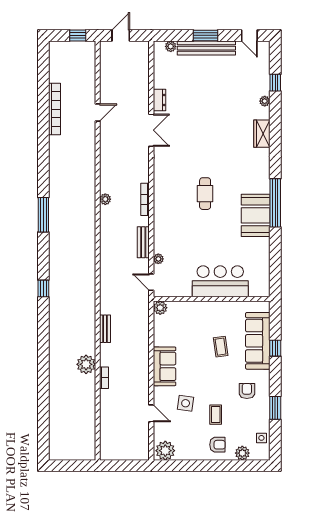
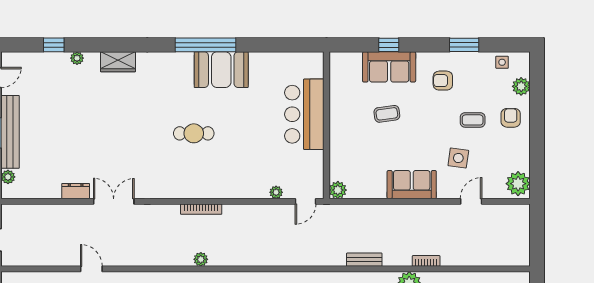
bench: (143, 242) -> (255, 211), removed
sofa: (258, 341) -> (389, 67), width x0.73

